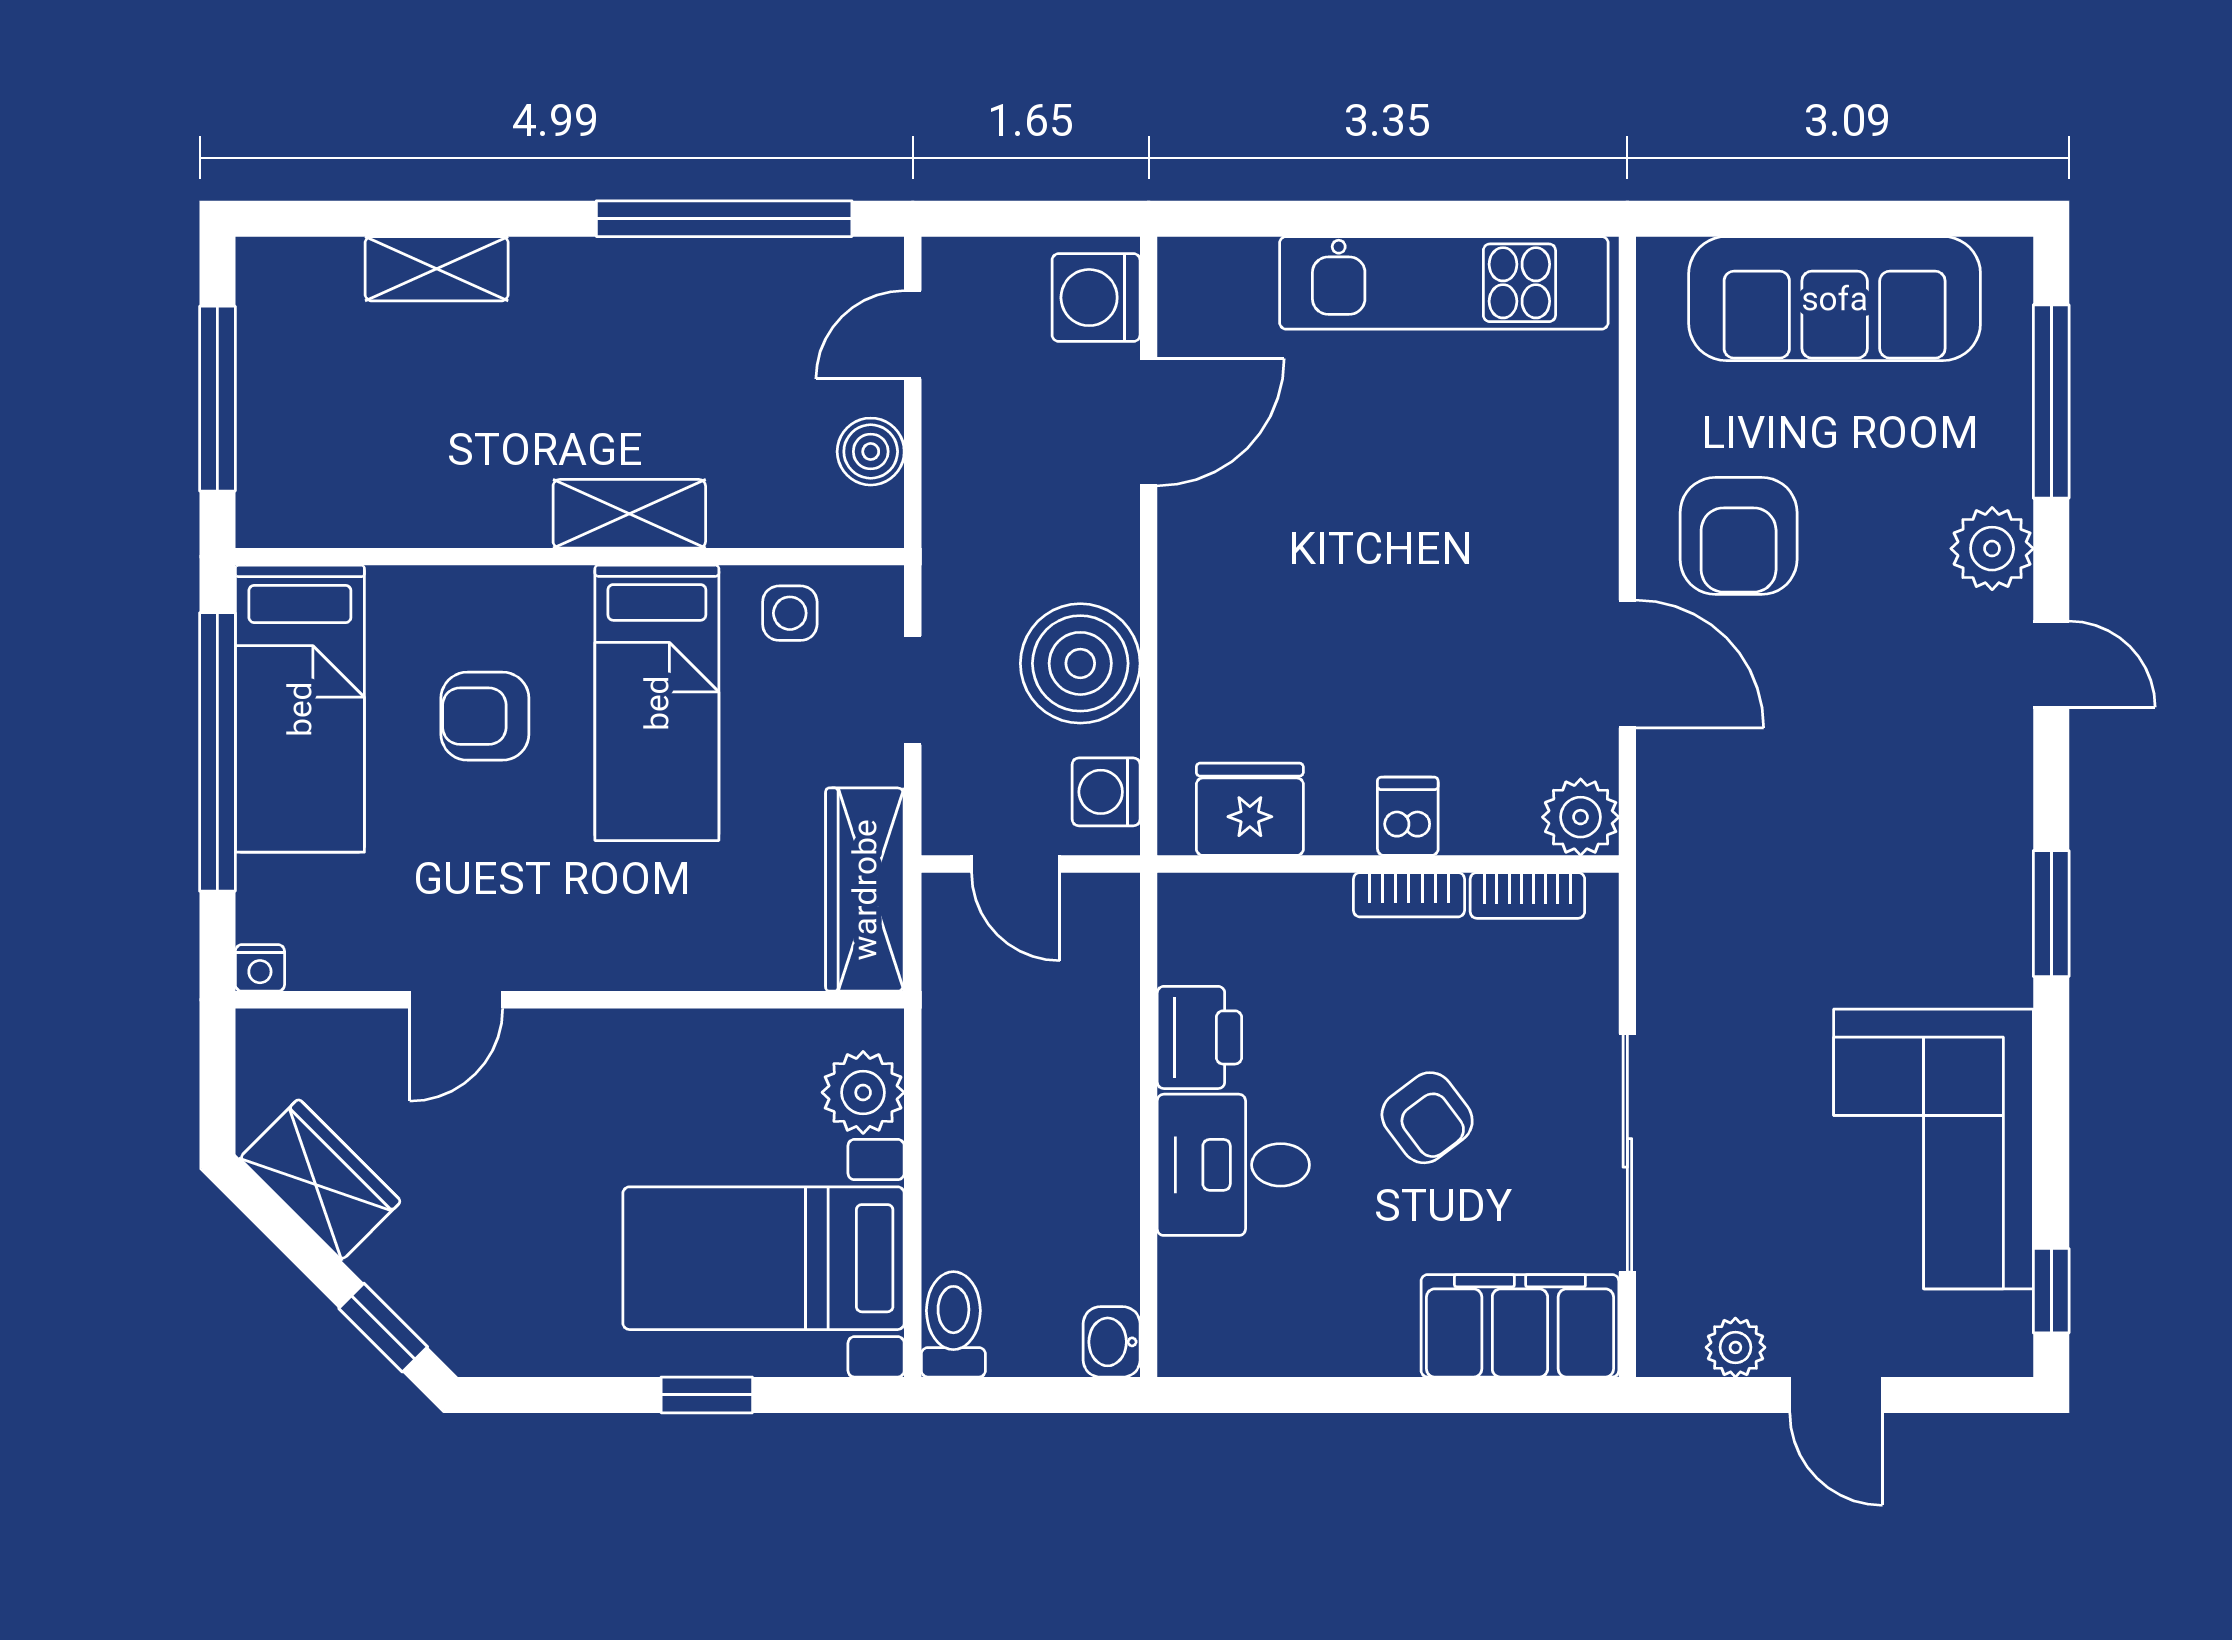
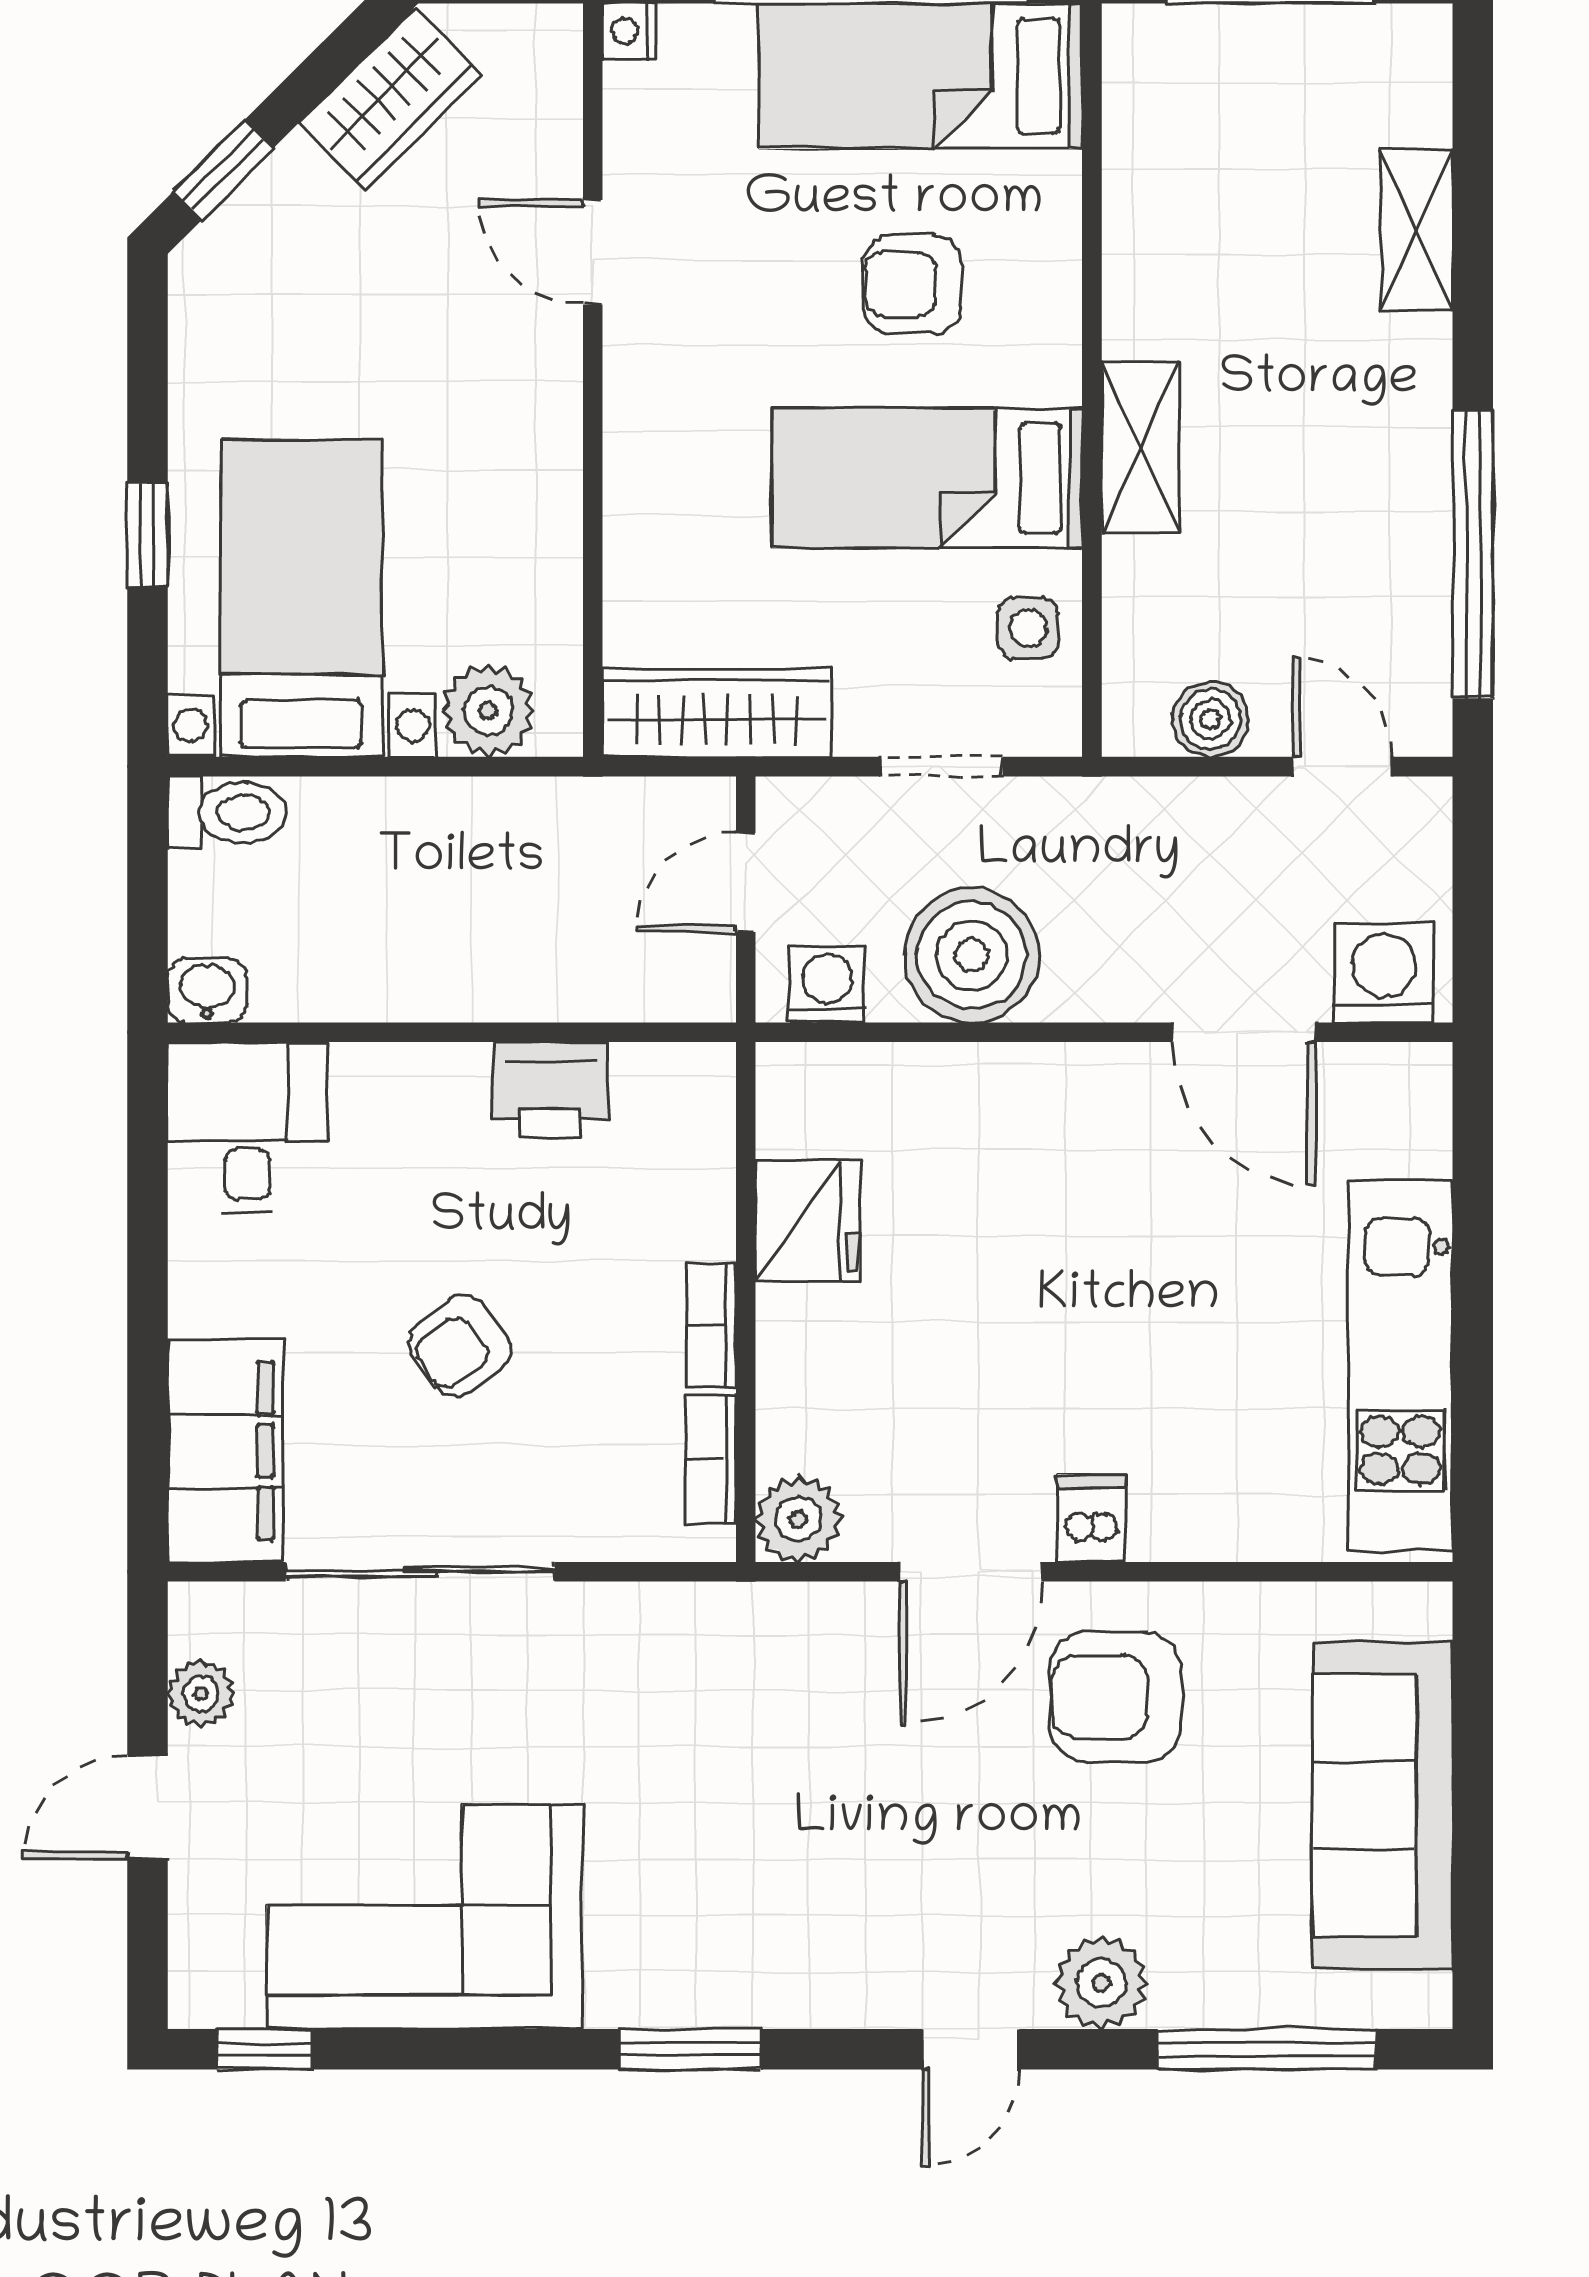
armchair: (485, 716) -> (912, 285), turned -90
fridge: (1250, 809) -> (807, 1220), moved
dishwasher: (1408, 816) -> (1092, 1518), moved, turned -90
desk: (1233, 1165) -> (247, 1128), moved

